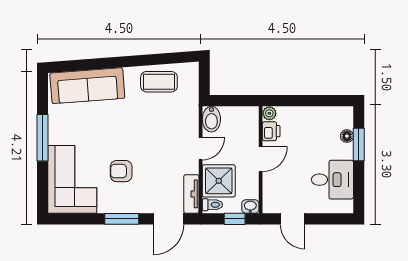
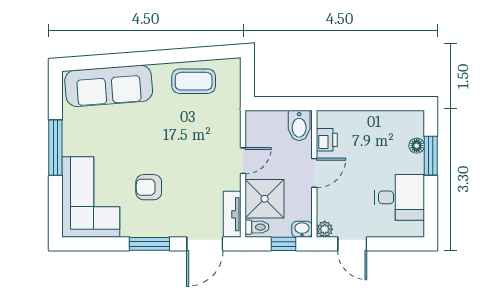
plant: (269, 113) -> (325, 229), moved
bidet: (211, 119) -> (299, 126), moved

